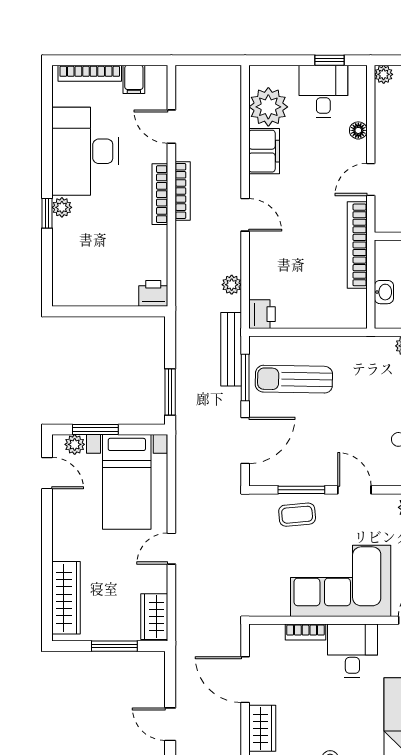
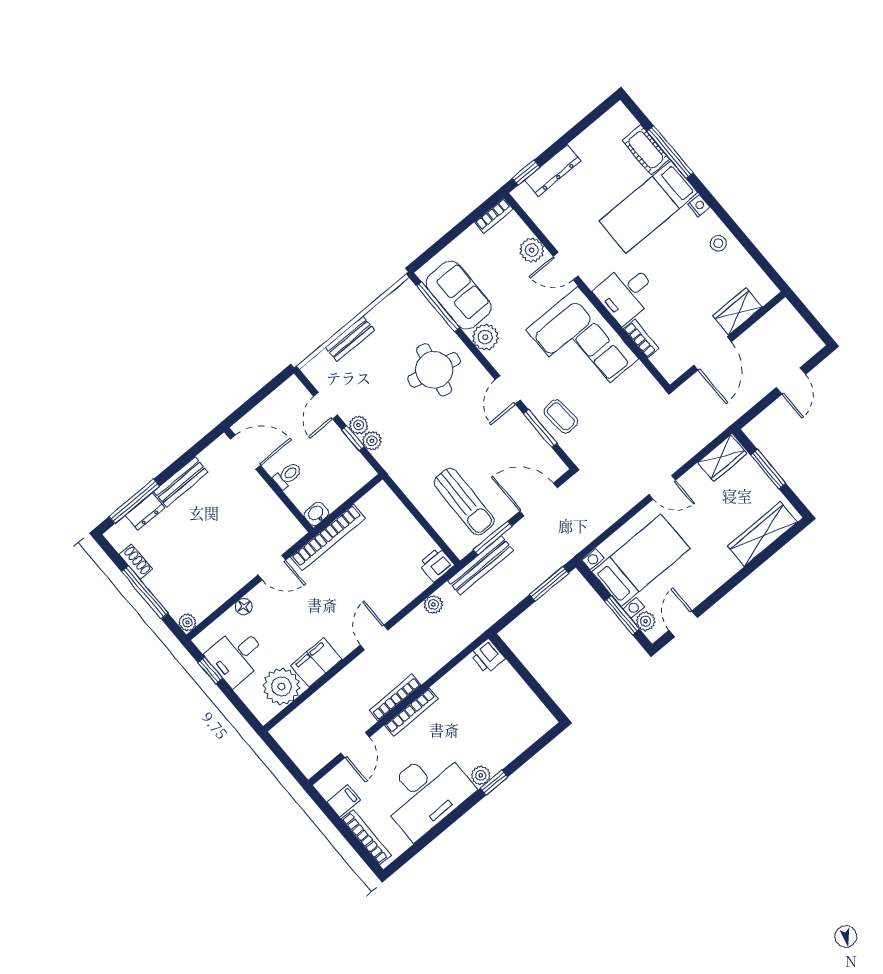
washbasin: (384, 292) -> (316, 514), moved

